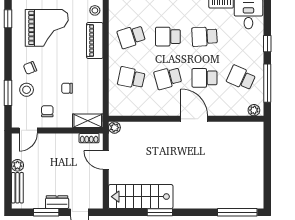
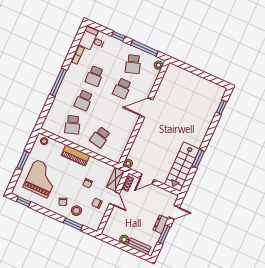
piano: (95, 41) -> (75, 155), moved
school desk: (168, 78) -> (111, 113), removed
school desk: (241, 78) -> (133, 64), turned -42
door: (28, 130) -> (115, 199), moved
window: (237, 212) -> (222, 107), width x0.46

